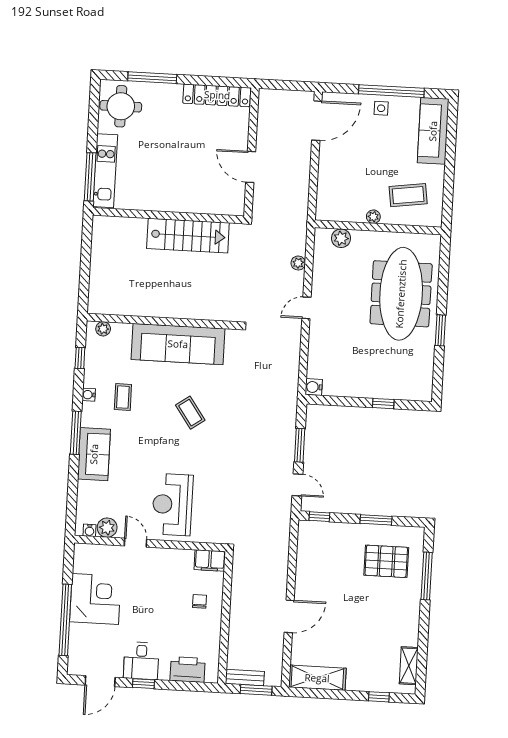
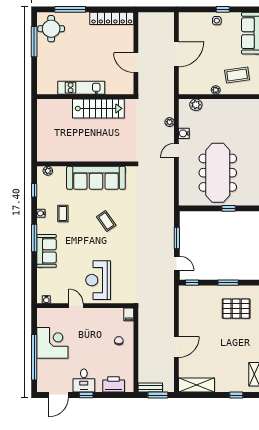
window: (391, 91) -> (223, 9), width x0.32
door: (317, 121) -> (176, 54), moved
kitchen unit: (105, 171) -> (81, 88), moved, turned -90
window: (90, 177) -> (34, 42), moved
meeting table: (401, 294) -> (218, 173), moved
water cooler: (314, 387) -> (184, 133), moved
plant: (107, 528) -> (57, 297), removed
filing cabinet: (210, 560) -> (129, 314), width x0.50

